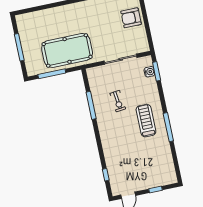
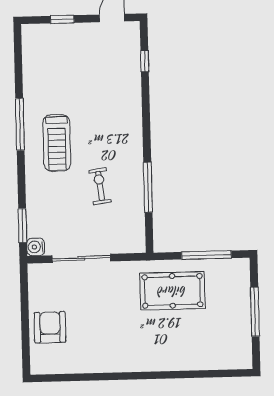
armchair: (131, 18) -> (50, 327), turned -90
pool table: (67, 50) -> (172, 291), width x0.73, depth x0.76
water cooler: (149, 72) -> (36, 247), moved

